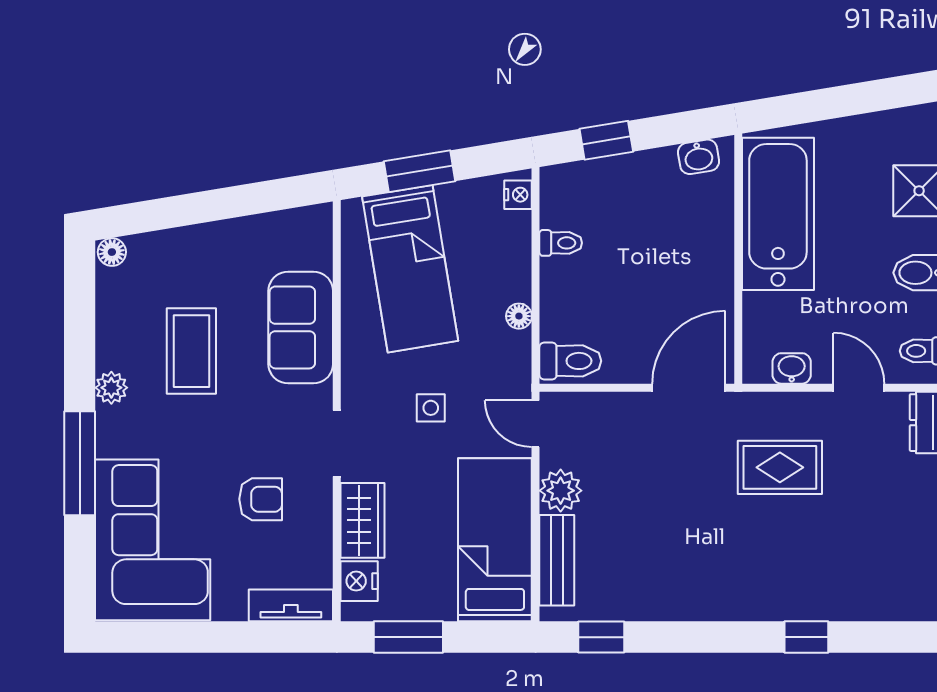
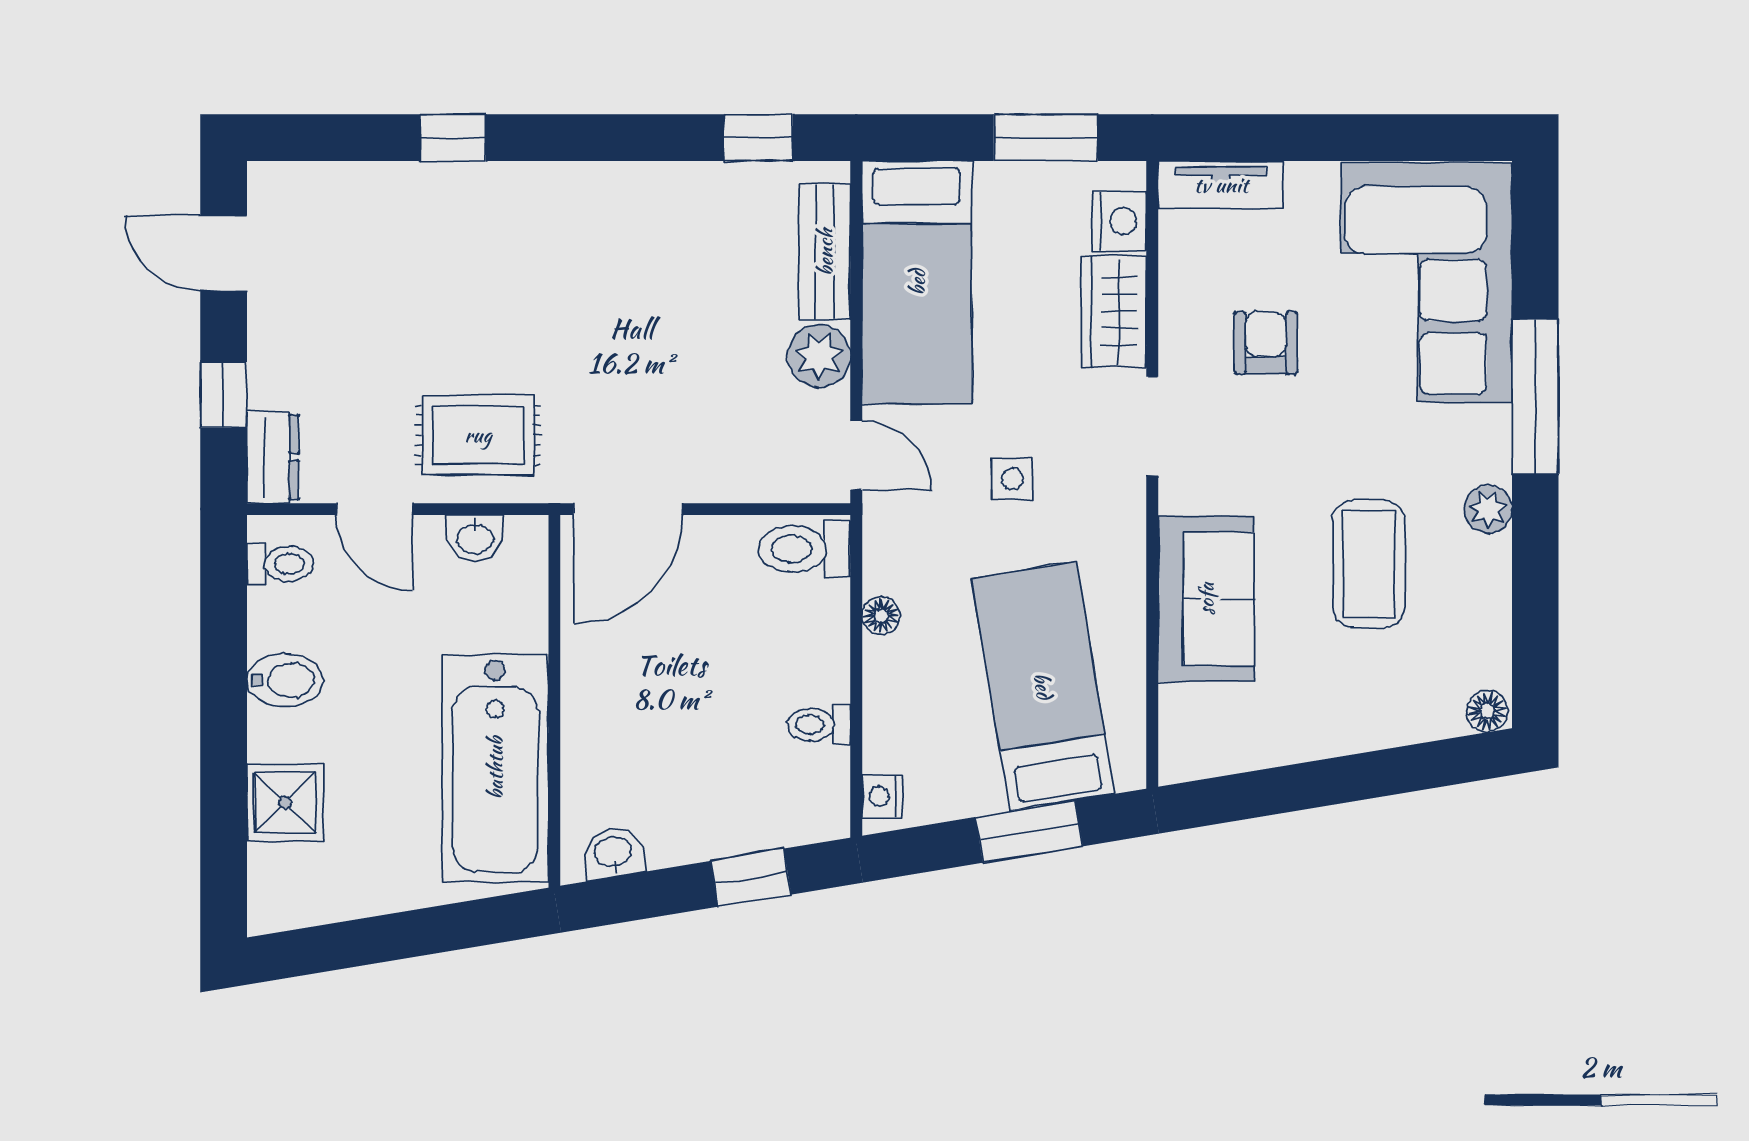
rug: (780, 467) -> (478, 435), moved
armchair: (261, 499) -> (1266, 343), turned 90

